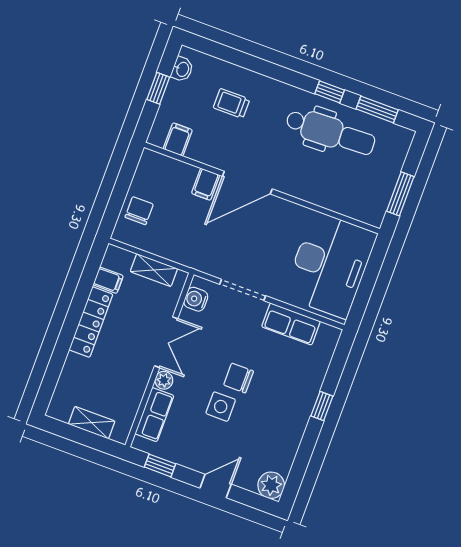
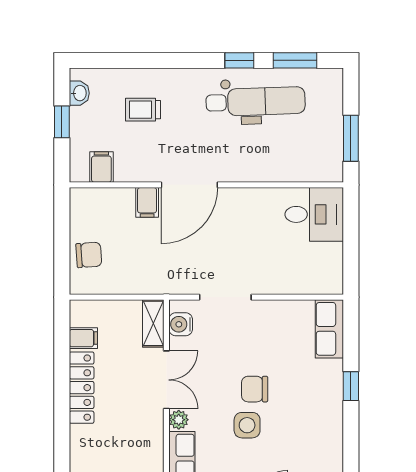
chair: (139, 211) -> (89, 255), turned 86
desk: (330, 265) -> (314, 214), width x0.53, depth x0.77
shelving: (154, 270) -> (153, 323), moved, turned 90
row of seats: (291, 324) -> (329, 329), moved, turned 90

